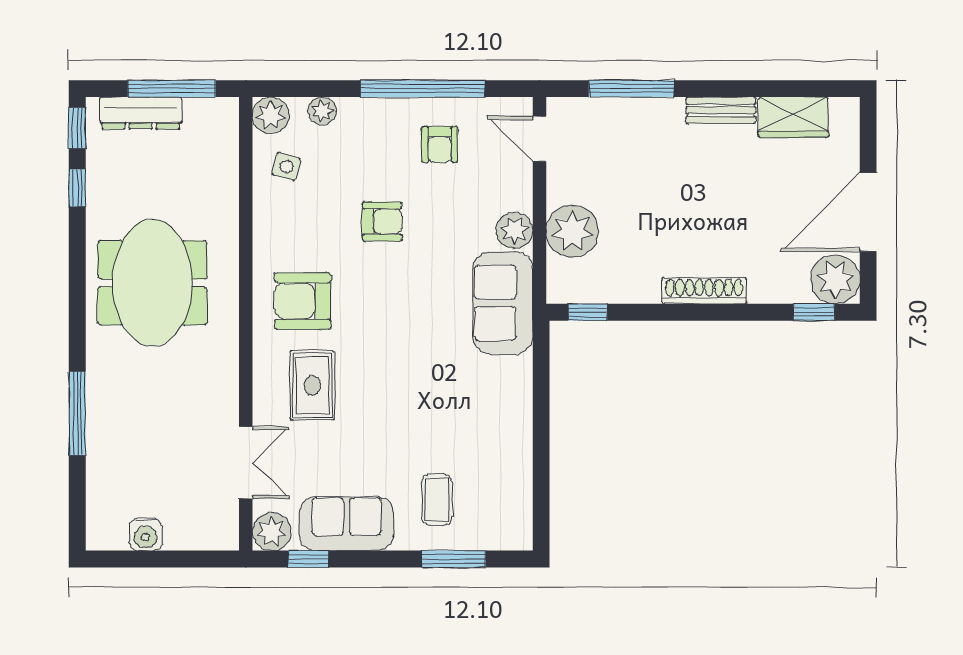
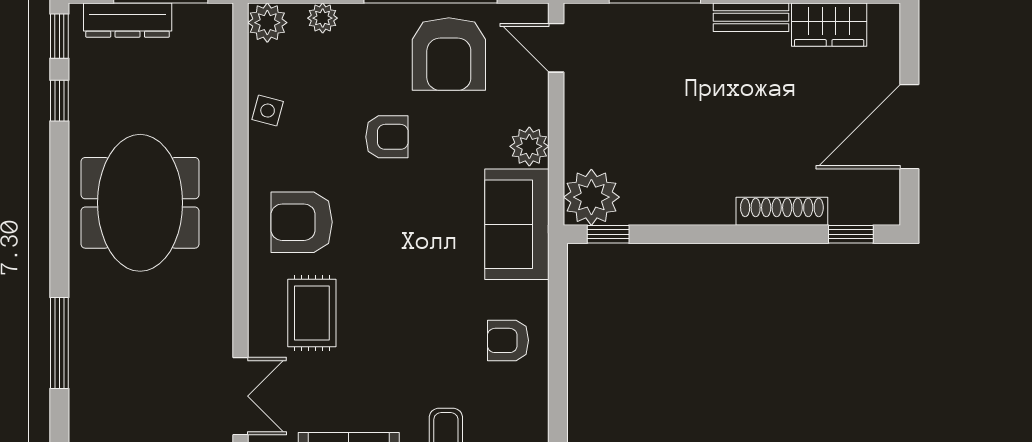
armchair: (440, 144) -> (449, 54), width x1.88, depth x1.88
side table: (286, 167) -> (268, 111), moved
plant: (572, 231) -> (591, 197), moved
plant: (835, 279) -> (874, 199), removed
shoe rack: (704, 291) -> (782, 211), moved
armchair: (495, 411) -> (508, 340), added

